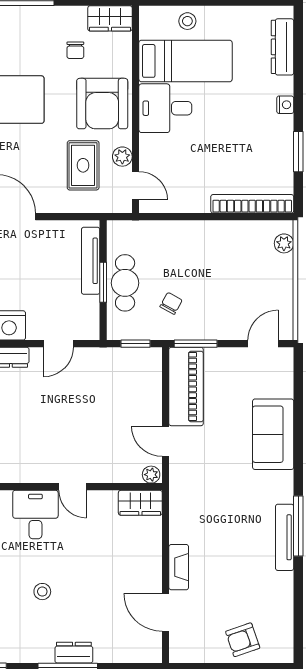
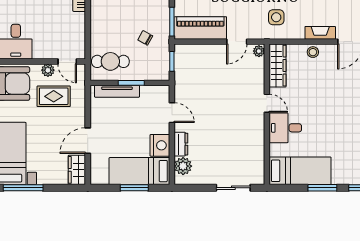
door: (136, 186) -> (67, 61), swing flipped
cafe table: (125, 283) -> (110, 61), moved
door: (73, 487) -> (267, 103), hinge flipped
side table: (202, 501) -> (276, 17), added
wardrobe: (140, 503) -> (277, 66), width x1.50
stool: (42, 592) -> (313, 52), moved

